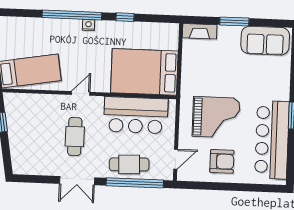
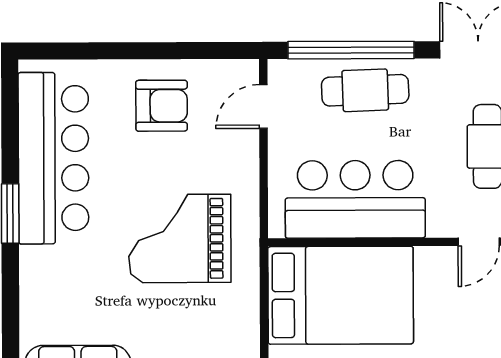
grand piano: (216, 117) -> (180, 238), moved
armchair: (222, 161) -> (162, 106), turned 180

